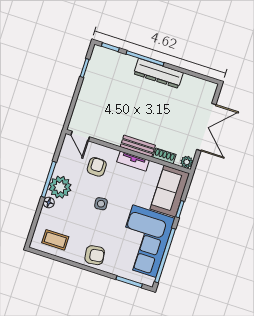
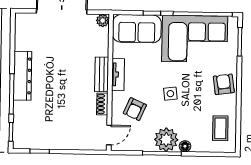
shoe rack: (164, 156) -> (102, 104), moved
armchair: (97, 167) -> (135, 109), turned -66

